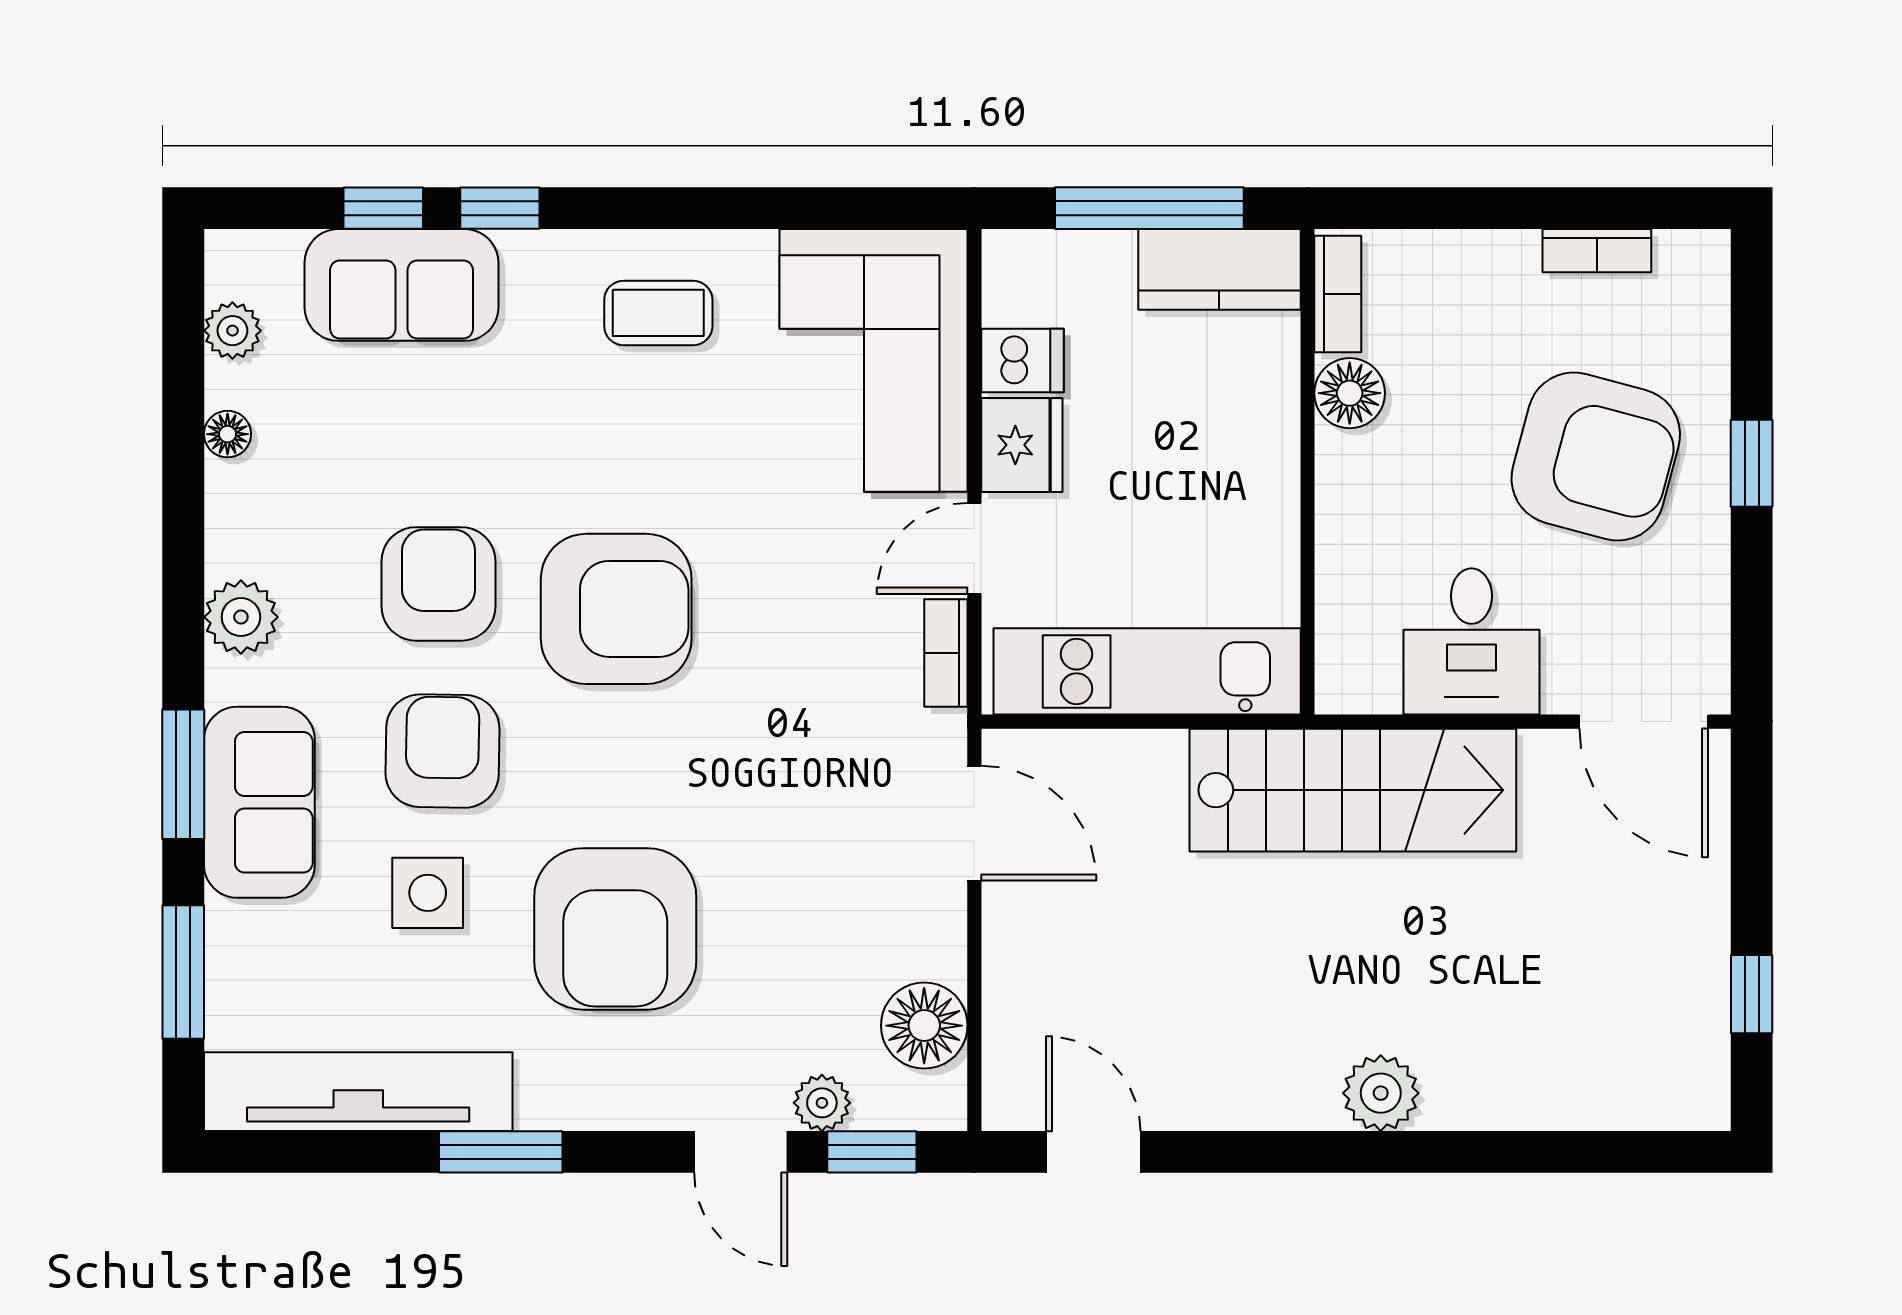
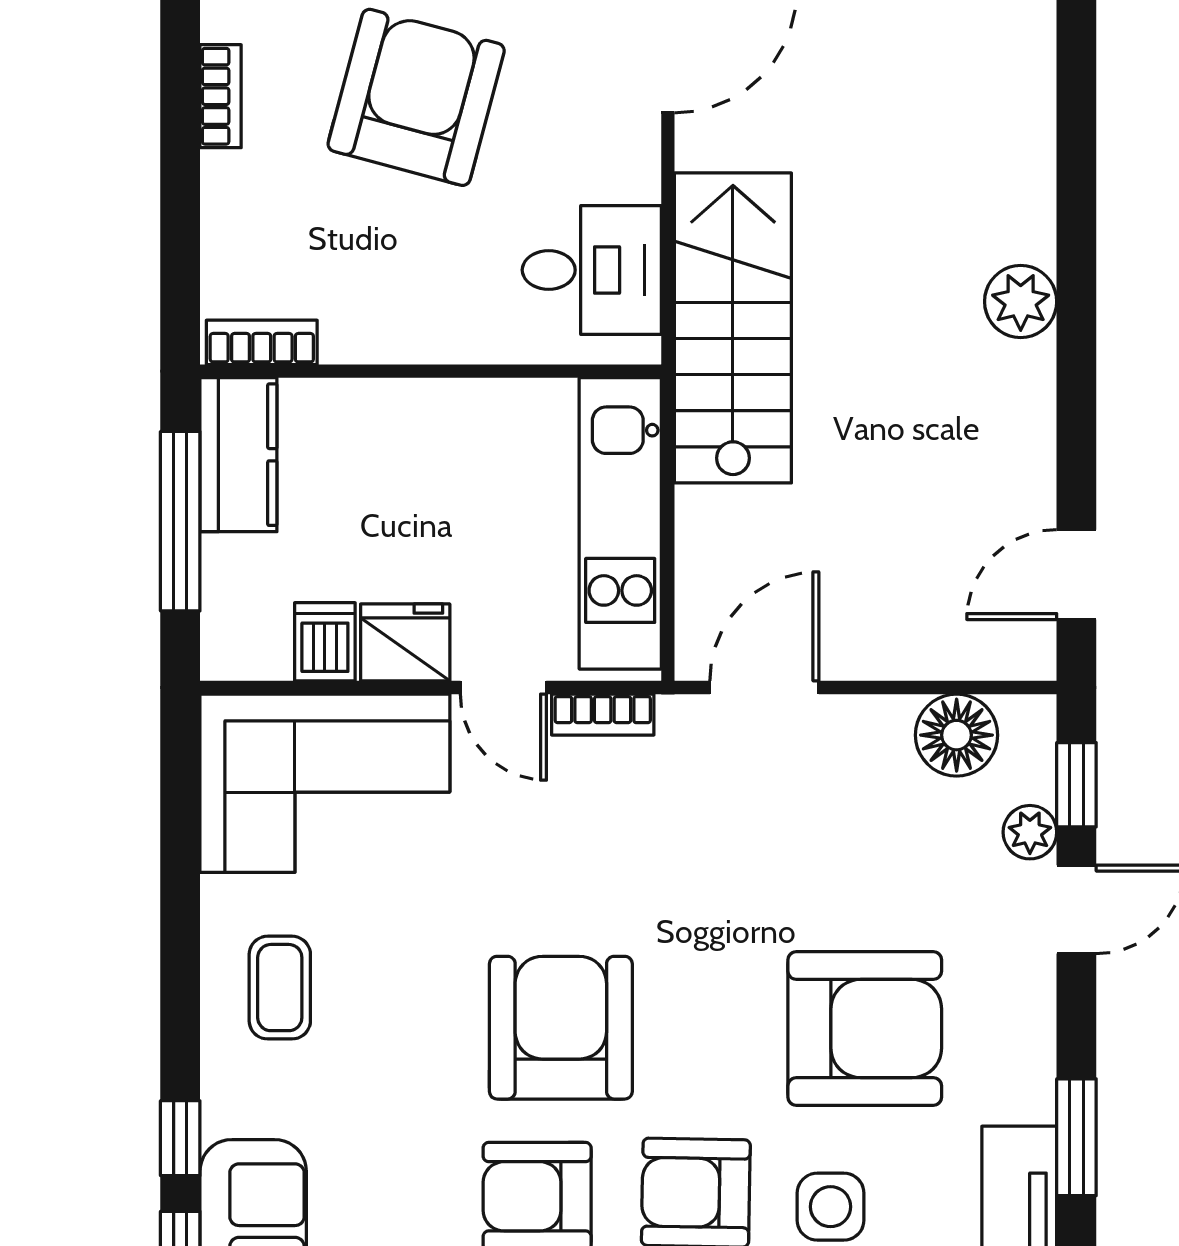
floor lamp: (1350, 393) -> (356, 331), removed
desk: (1471, 641) -> (592, 270), moved

